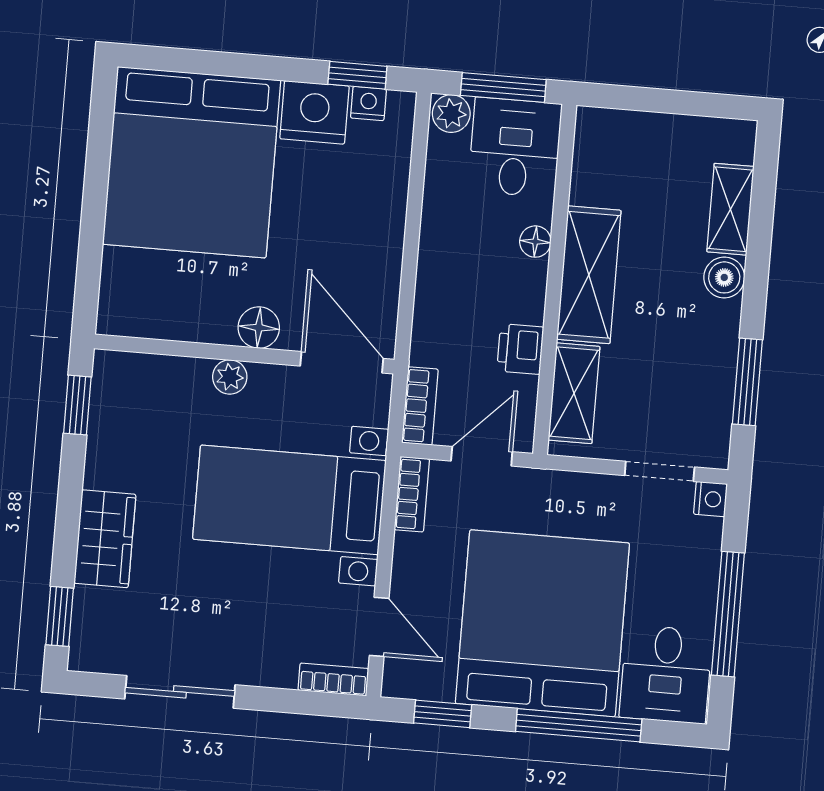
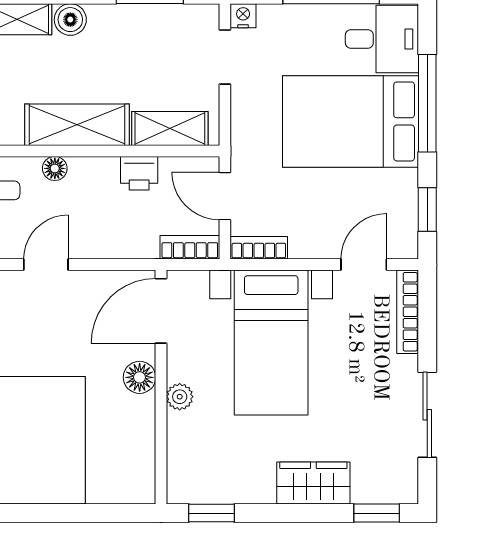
door: (413, 220) -> (46, 265), added
bed: (542, 623) -> (350, 121), width x0.73
bookcase: (333, 679) -> (408, 312), width x1.56

